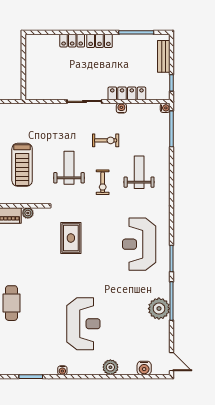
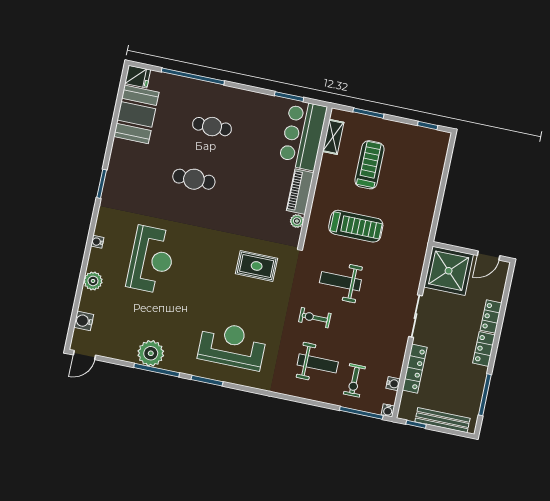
door: (23, 53) -> (489, 256), added
bench: (164, 56) -> (442, 420), width x1.36
shower: (42, 82) -> (449, 271), added
water cooler: (121, 108) -> (393, 384), moved
exercise bike: (106, 140) -> (354, 380), moved
treadmill: (22, 165) -> (356, 226), turned 180
weight bench: (69, 168) -> (340, 281), turned 180
reception desk: (83, 324) -> (151, 260), turned -90
water cooler: (62, 370) -> (97, 242), moved

